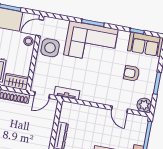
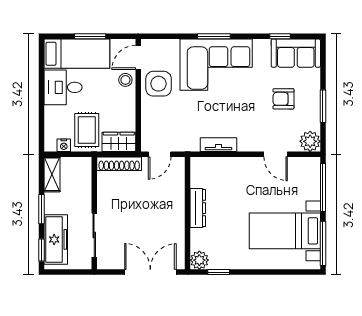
tv unit: (67, 93) -> (219, 145), moved

